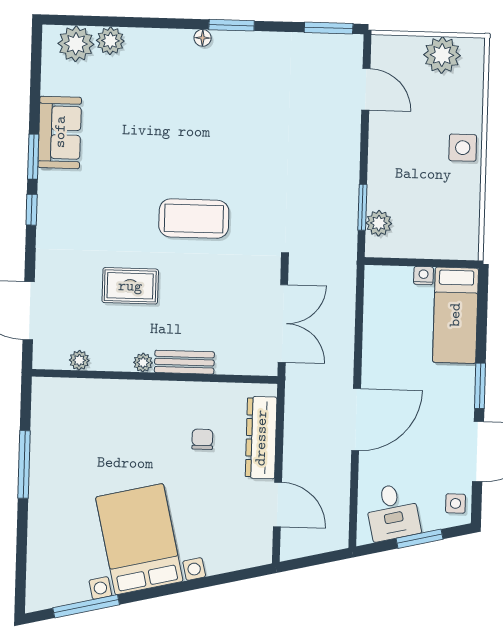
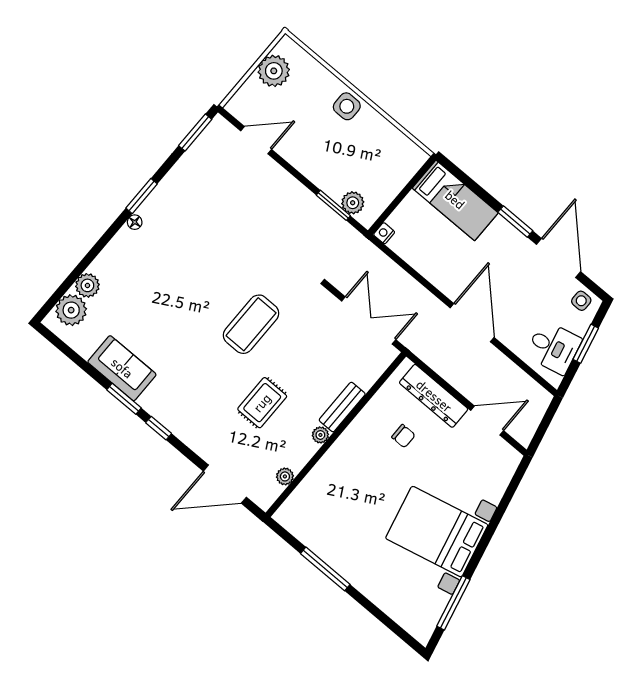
nightstand: (424, 276) -> (384, 233), moved
chair: (202, 439) -> (403, 436), turned 180

